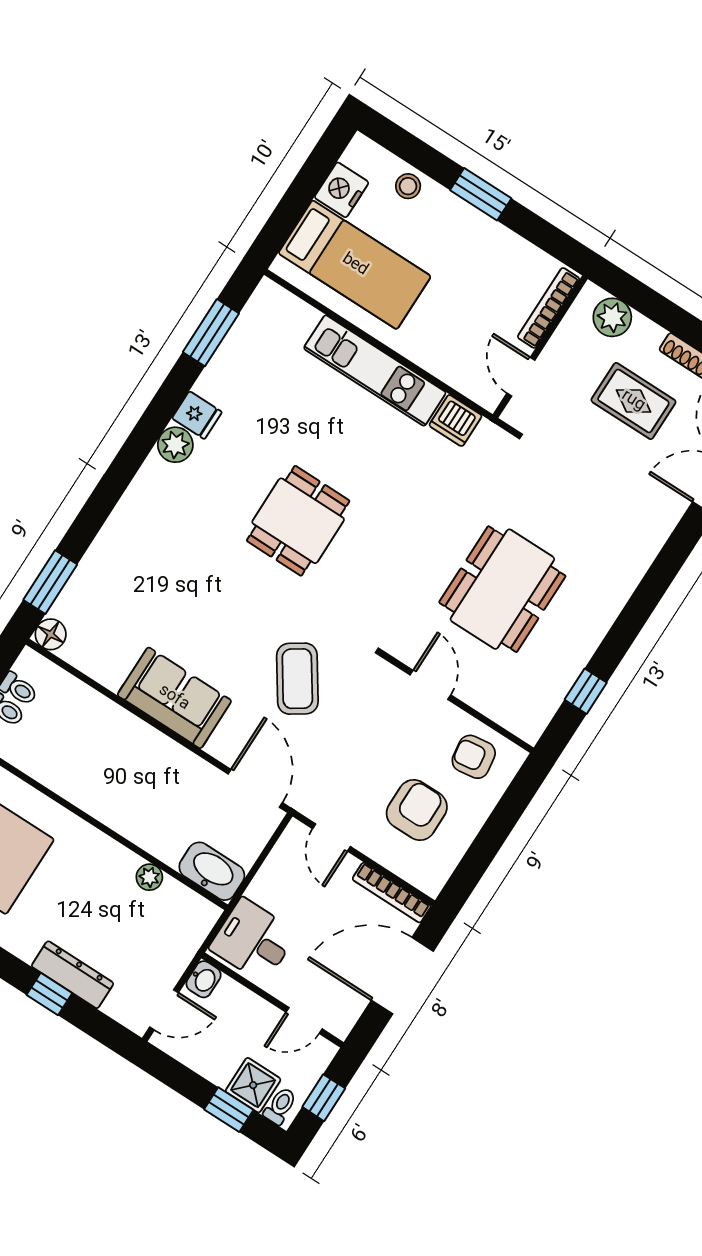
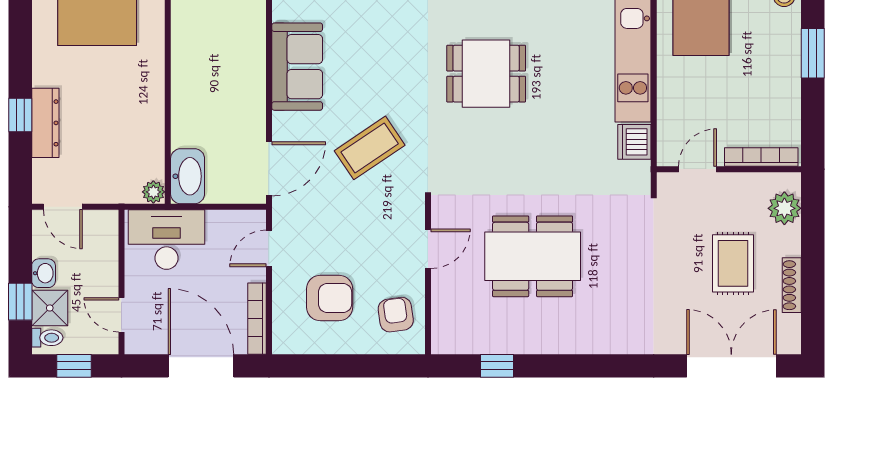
plant: (149, 877) -> (153, 192), moved
desk: (253, 941) -> (167, 240), width x1.37
washbasin: (204, 979) -> (44, 273), moved, turned -90

